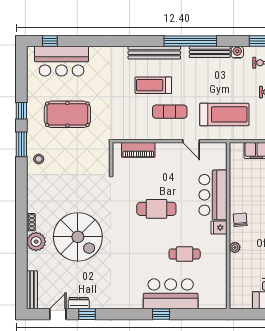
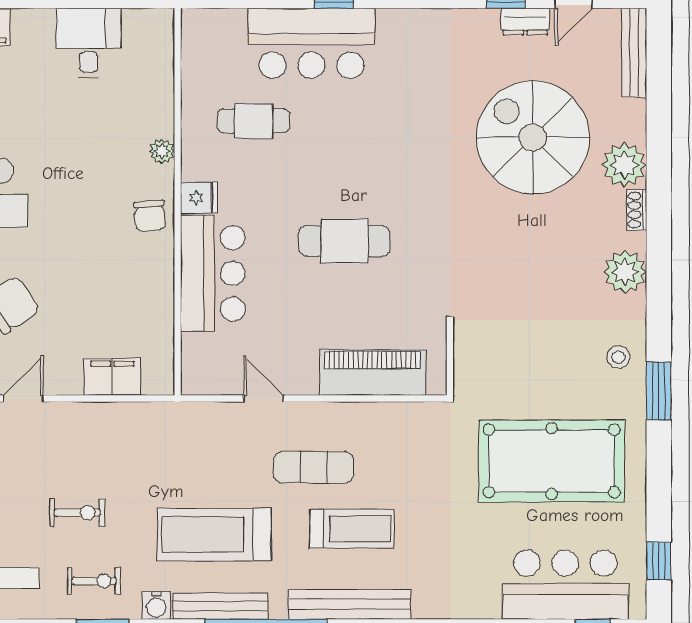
window: (21, 111) -> (659, 561), moved
pool table: (67, 114) -> (552, 461), width x1.36, depth x1.32
treadmill: (224, 114) -> (214, 534), moved
piano: (138, 150) -> (373, 372), width x1.37, depth x1.33
plant: (36, 196) -> (625, 272), added
spiral stairs: (78, 237) -> (533, 137), moved
cafe table: (185, 254) -> (253, 121), moved

